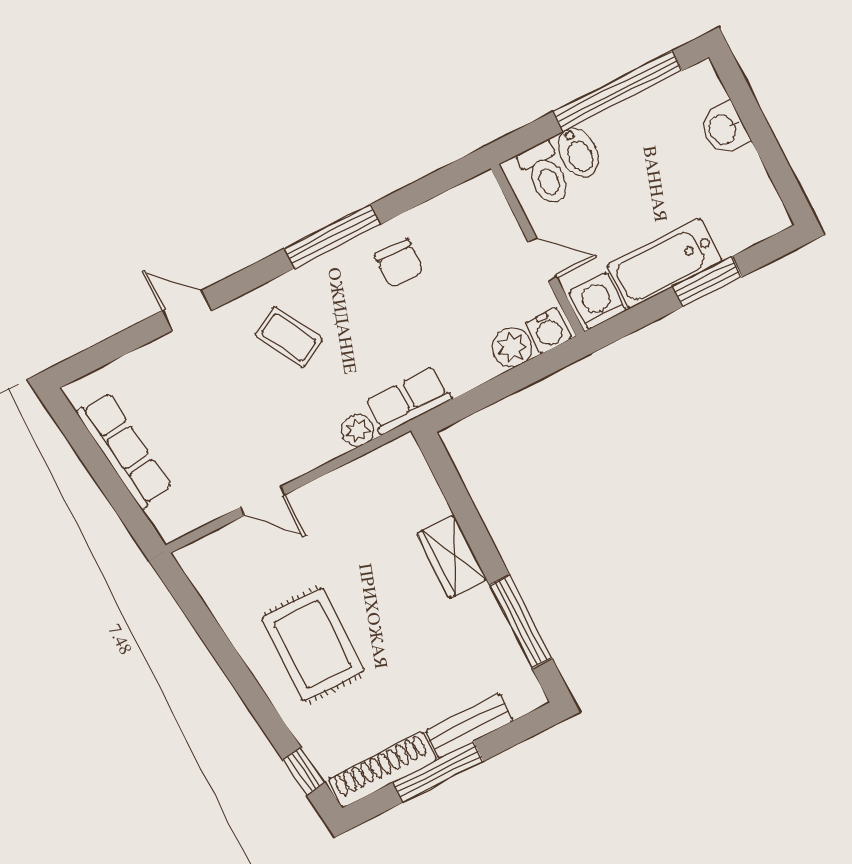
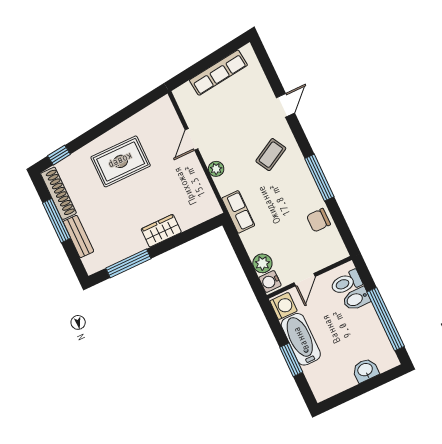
chair: (399, 263) -> (318, 220), moved
plant: (357, 430) -> (216, 169), moved

